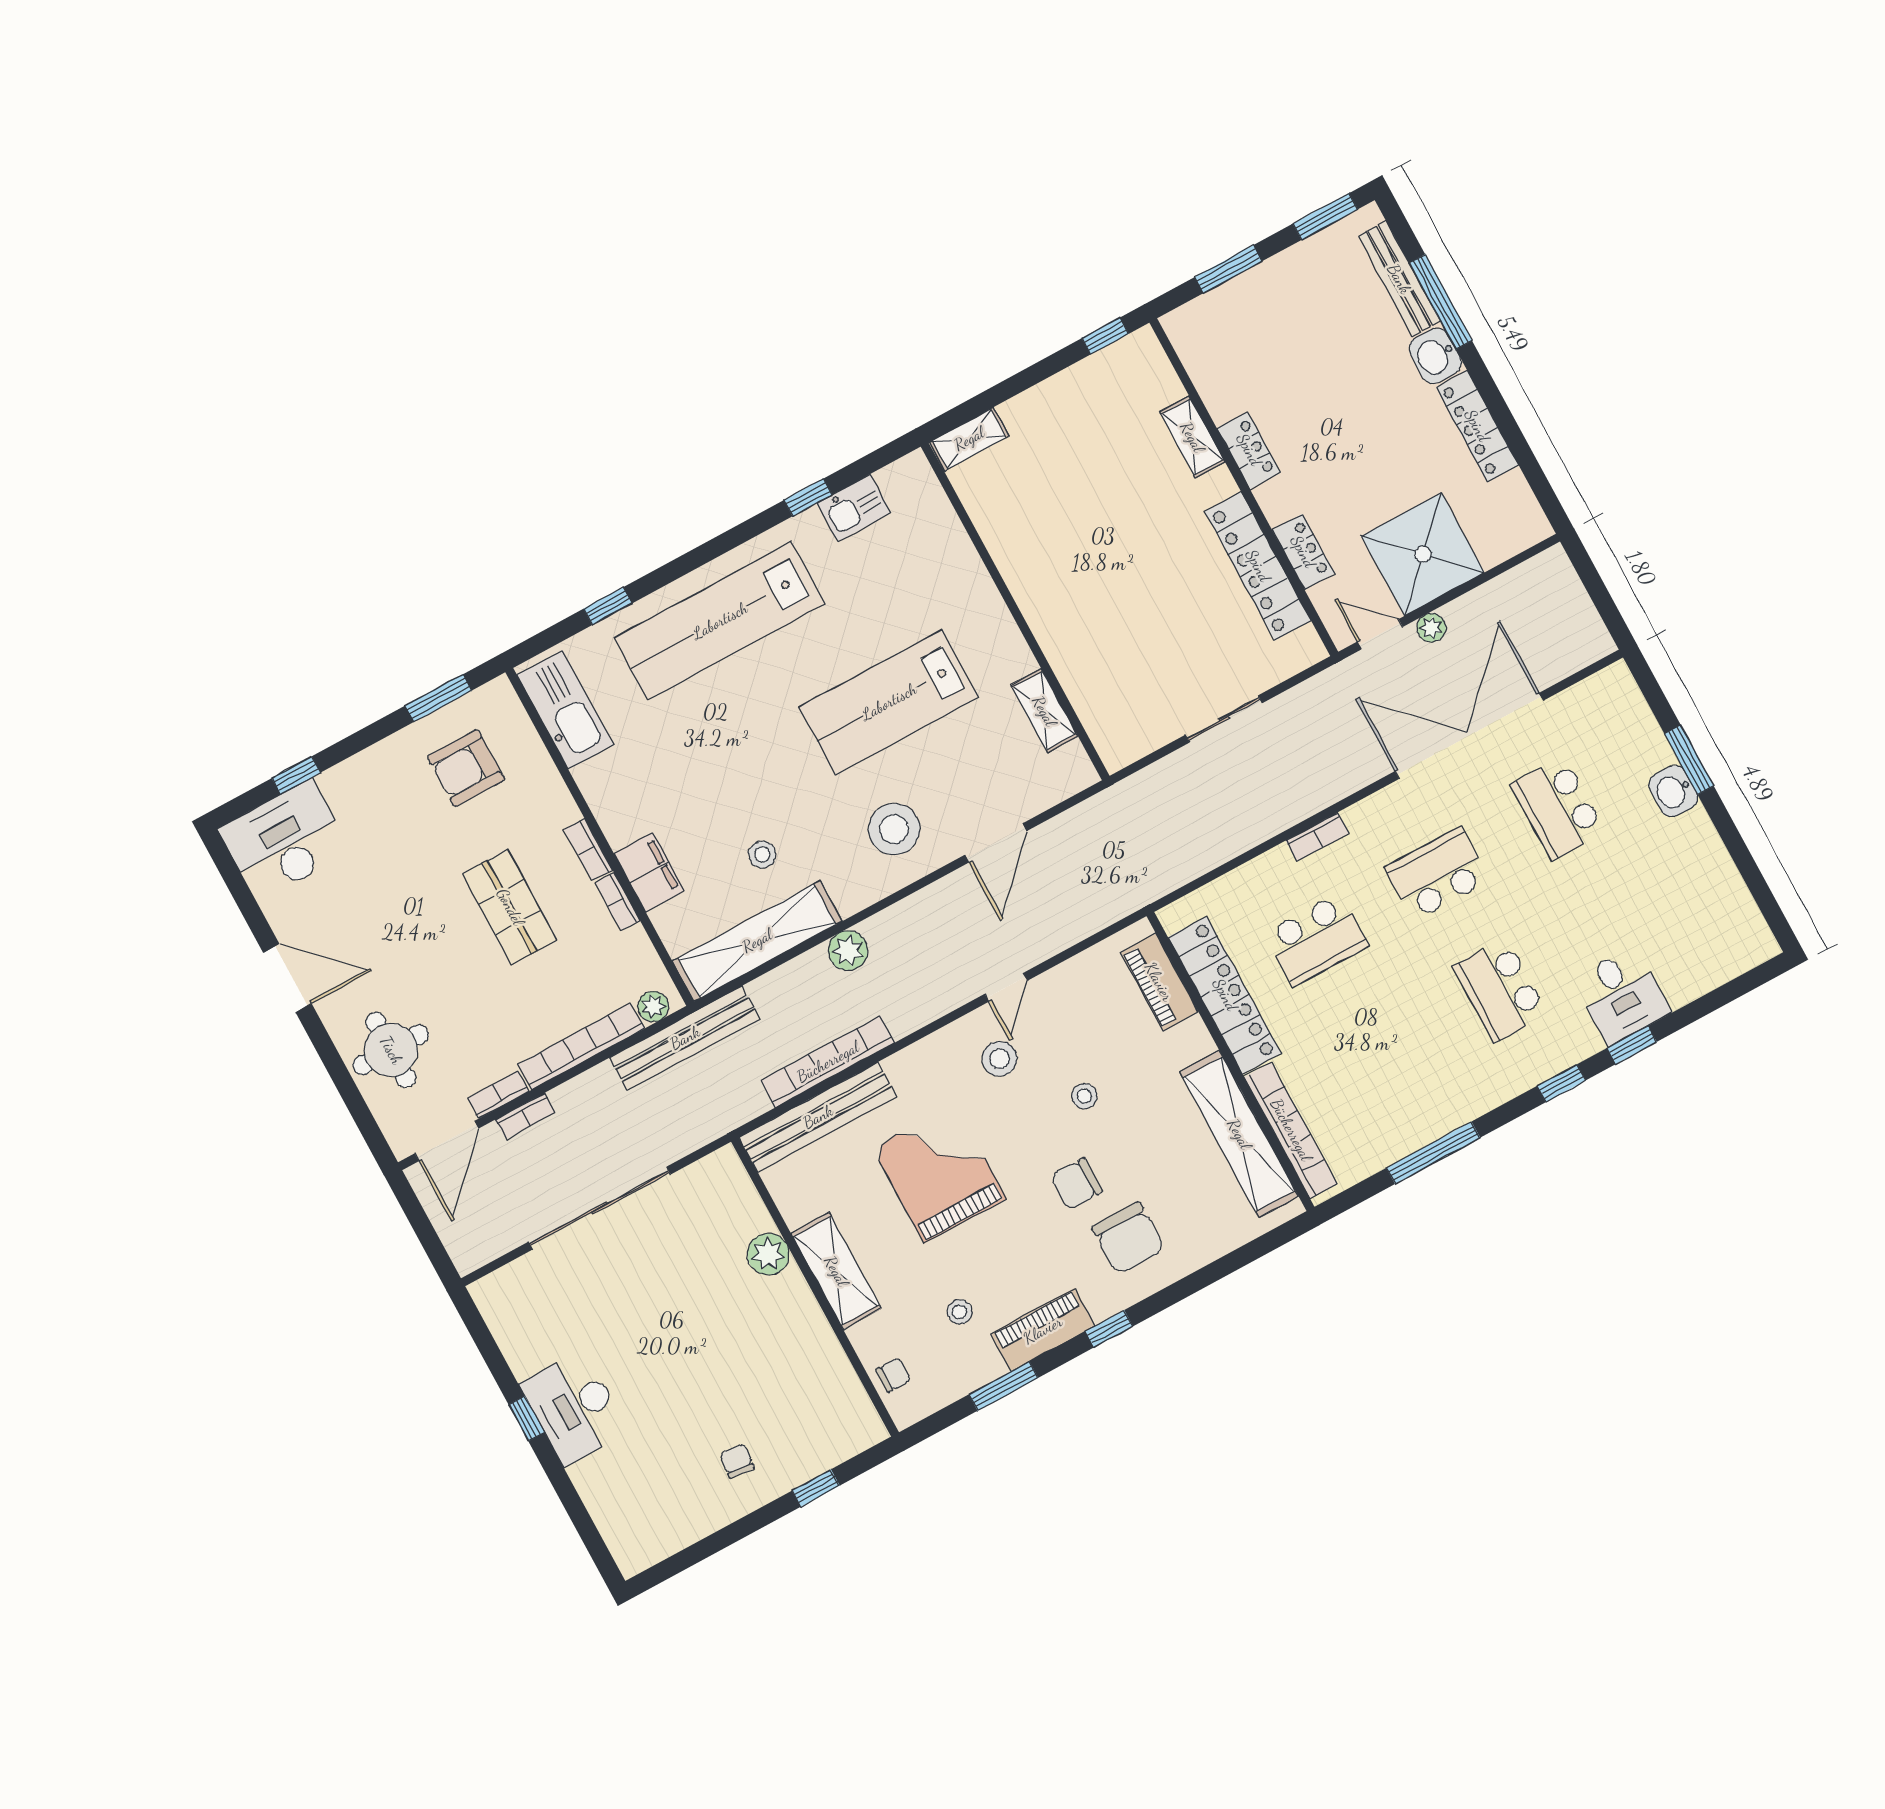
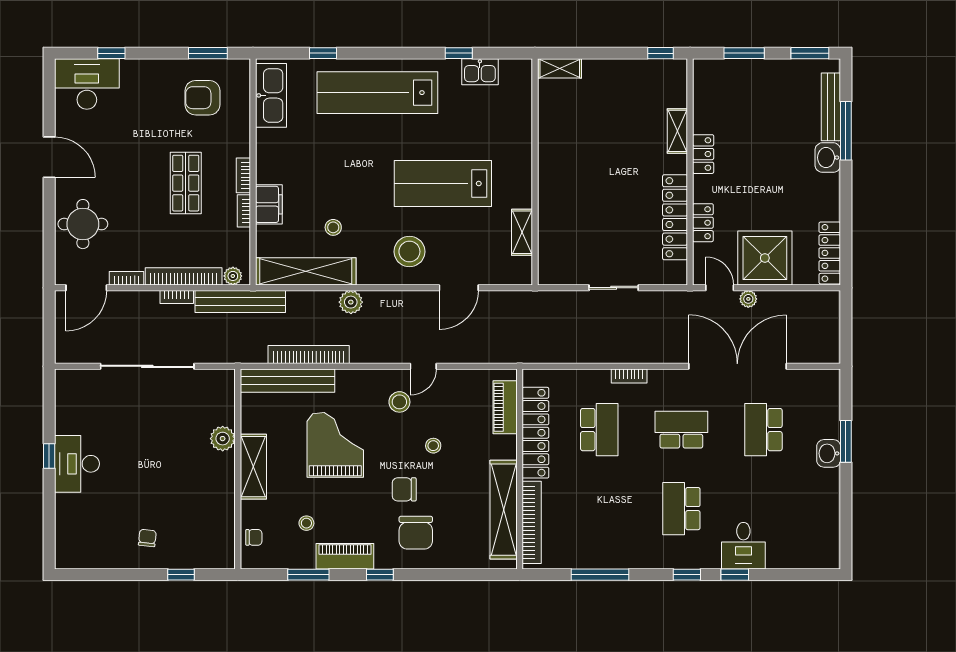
locker: (1477, 426) -> (830, 253), moved
school desk: (1316, 940) -> (599, 430), turned -90
bookcase: (525, 1116) -> (177, 297), moved

